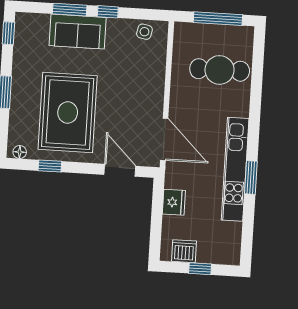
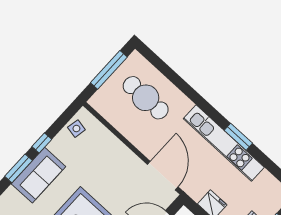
cafe table: (220, 70) -> (146, 98), turned 90
door: (164, 139) -> (163, 176), hinge flipped

